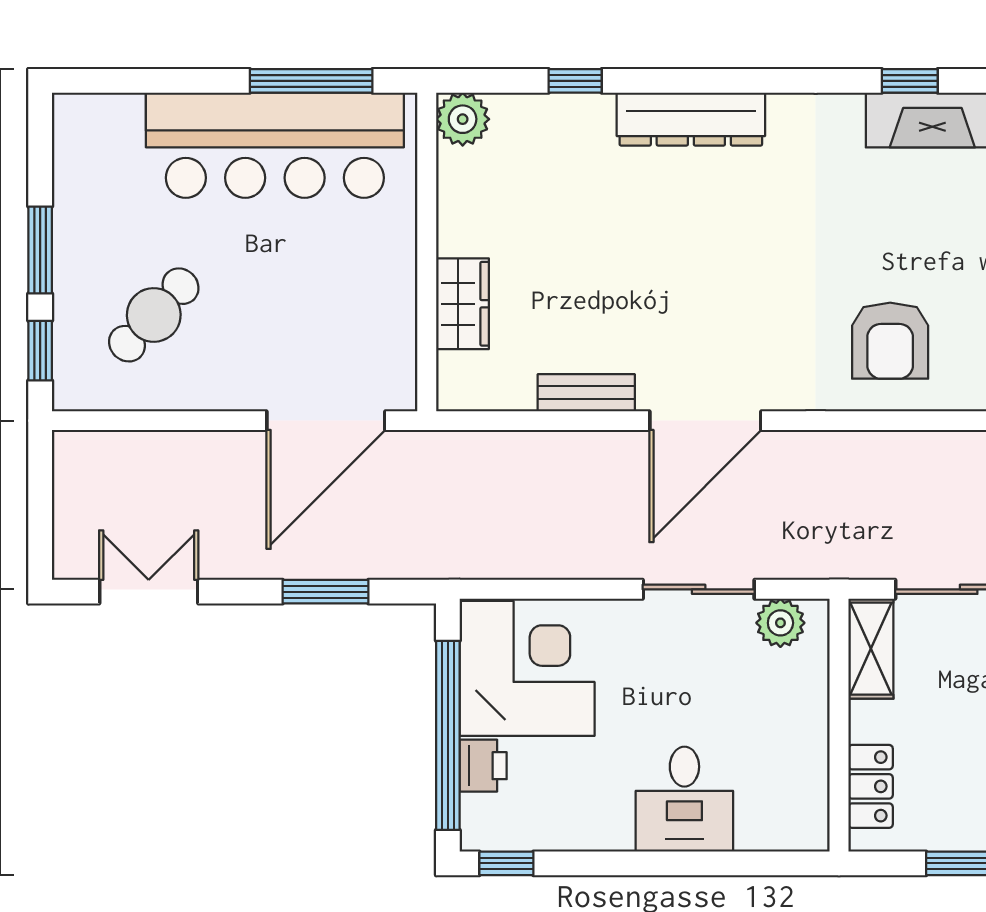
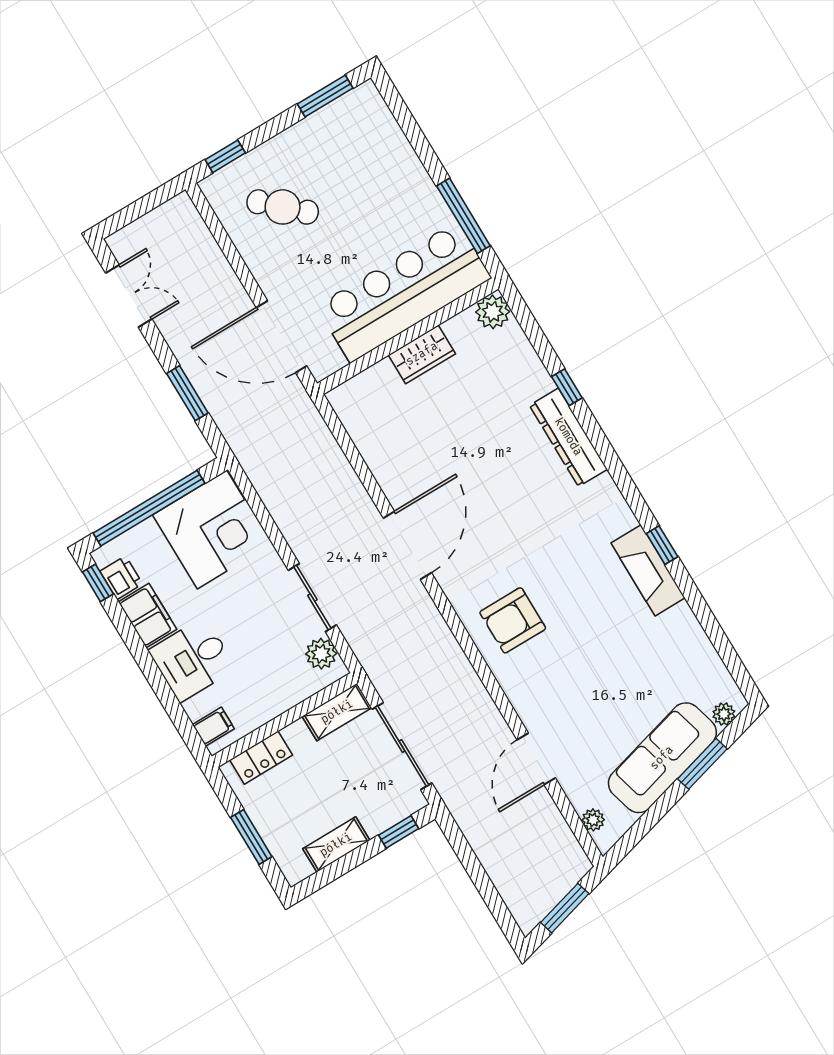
window: (575, 81) -> (567, 387), moved
bar counter: (275, 145) -> (404, 292), moved, turned 90
window: (40, 250) -> (325, 96), moved
wardrobe: (462, 304) -> (422, 354), moved
bench: (586, 393) -> (383, 471), removed
door: (705, 421) -> (407, 545), swing flipped
printer: (483, 766) -> (121, 578), moved, turned -90
filing cabinet: (590, 824) -> (147, 616), added
filing cabinet: (791, 825) -> (213, 727), added

